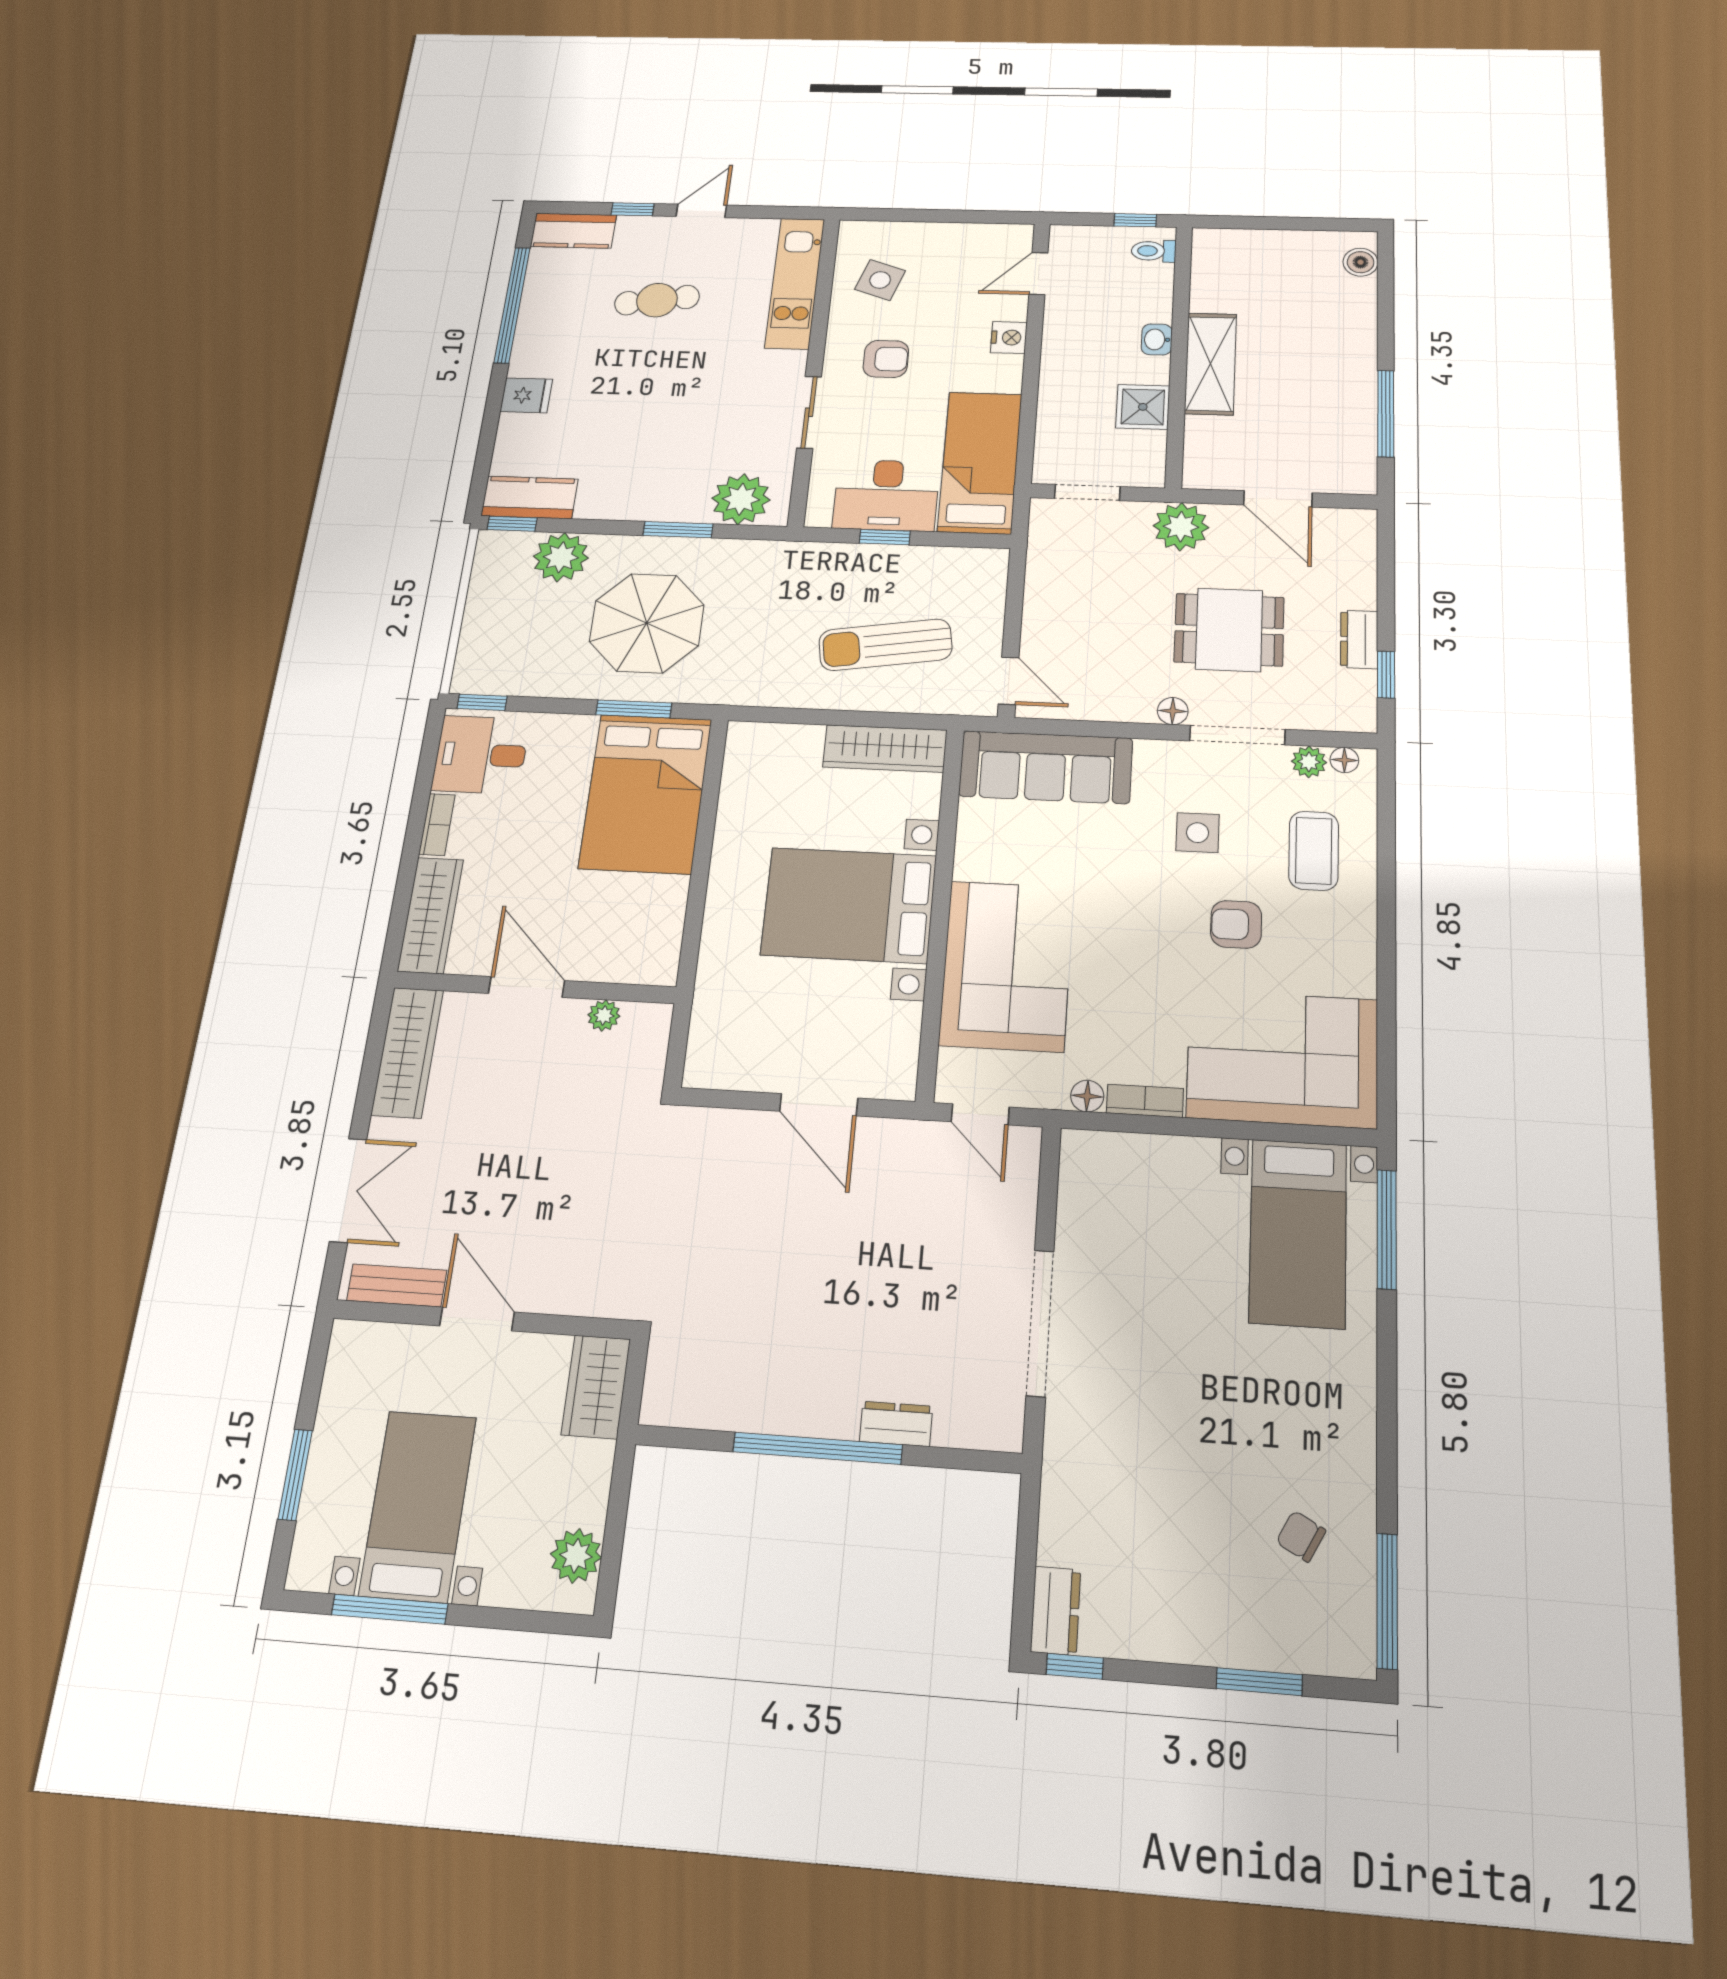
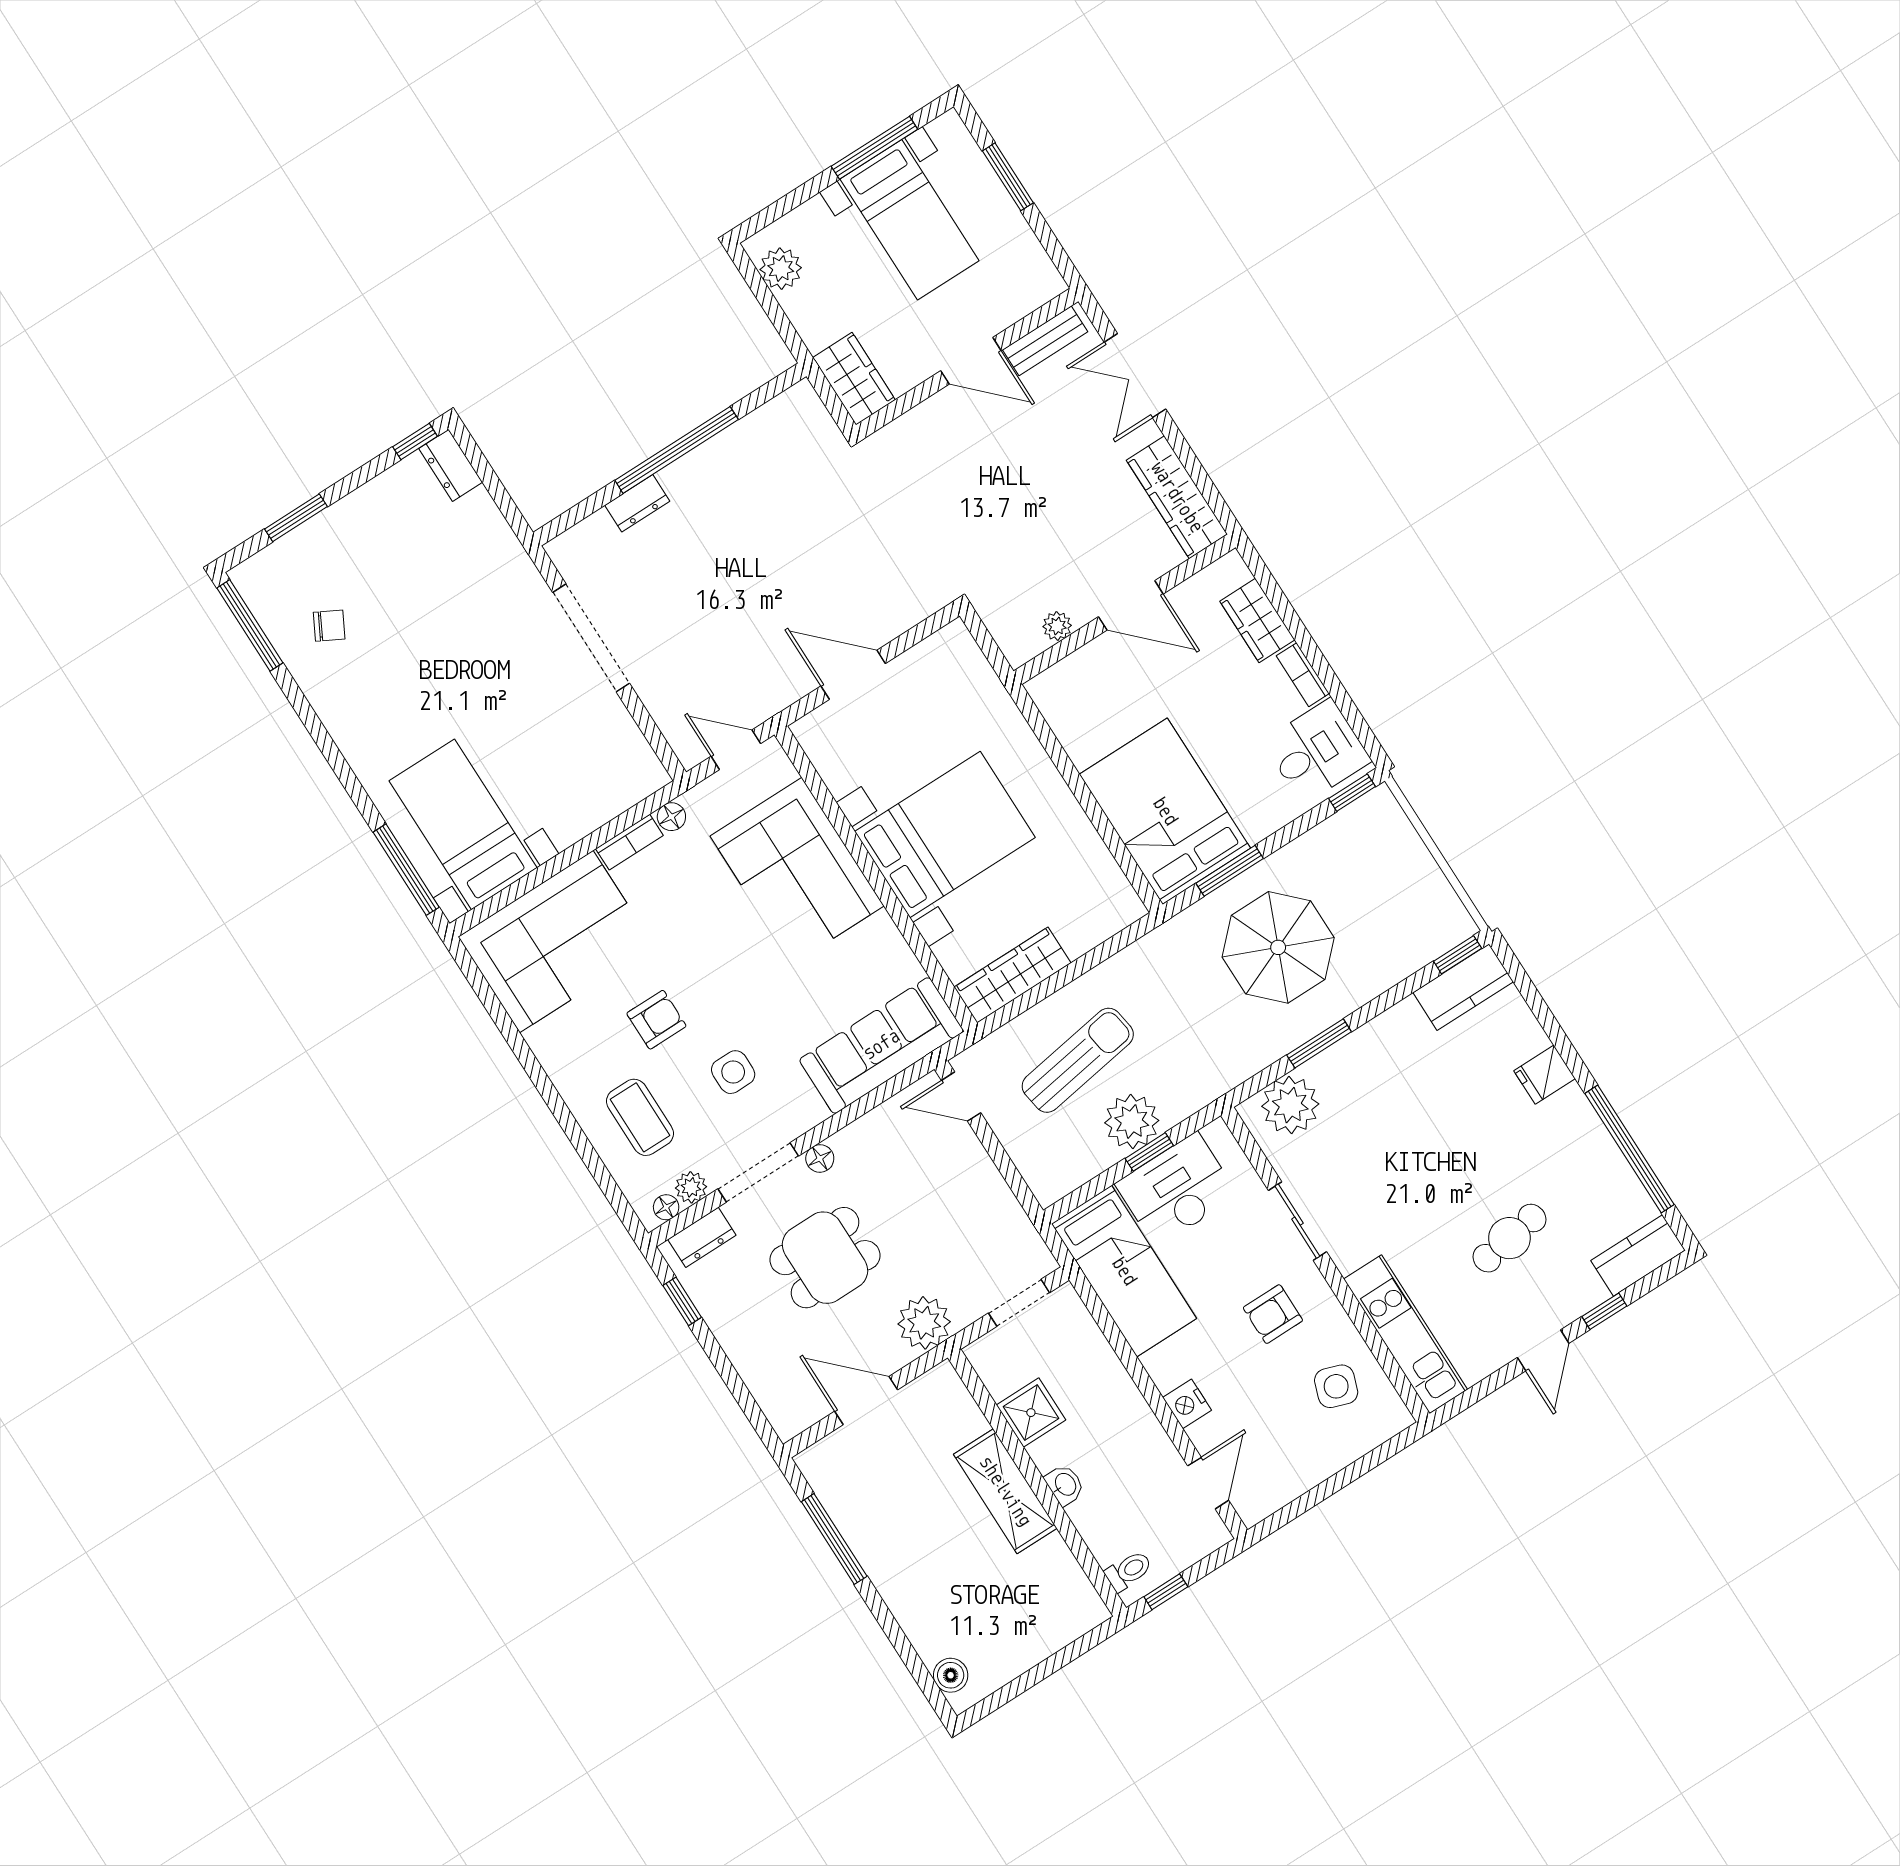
plant: (561, 557) -> (1132, 1122), moved
dresser: (1359, 639) -> (702, 1237), moved, turned 90
wardrobe: (430, 915) -> (1257, 621), width x0.67

